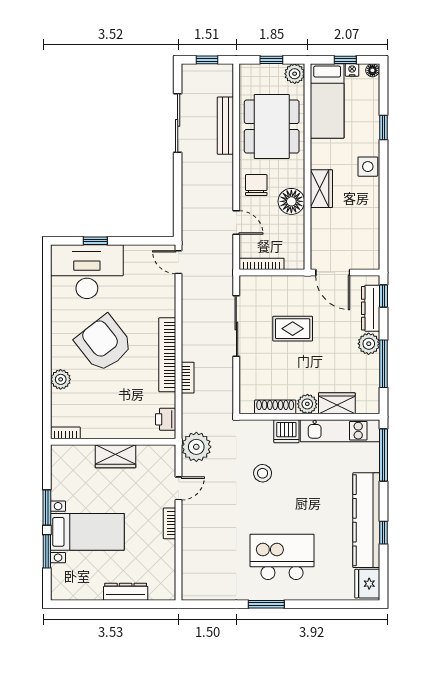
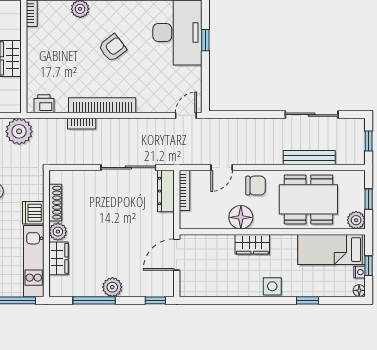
dresser: (371, 308) -> (166, 191), moved, turned -90
rug: (293, 329) -> (126, 218), removed
armchair: (104, 343) -> (112, 48), width x0.53, depth x0.53

